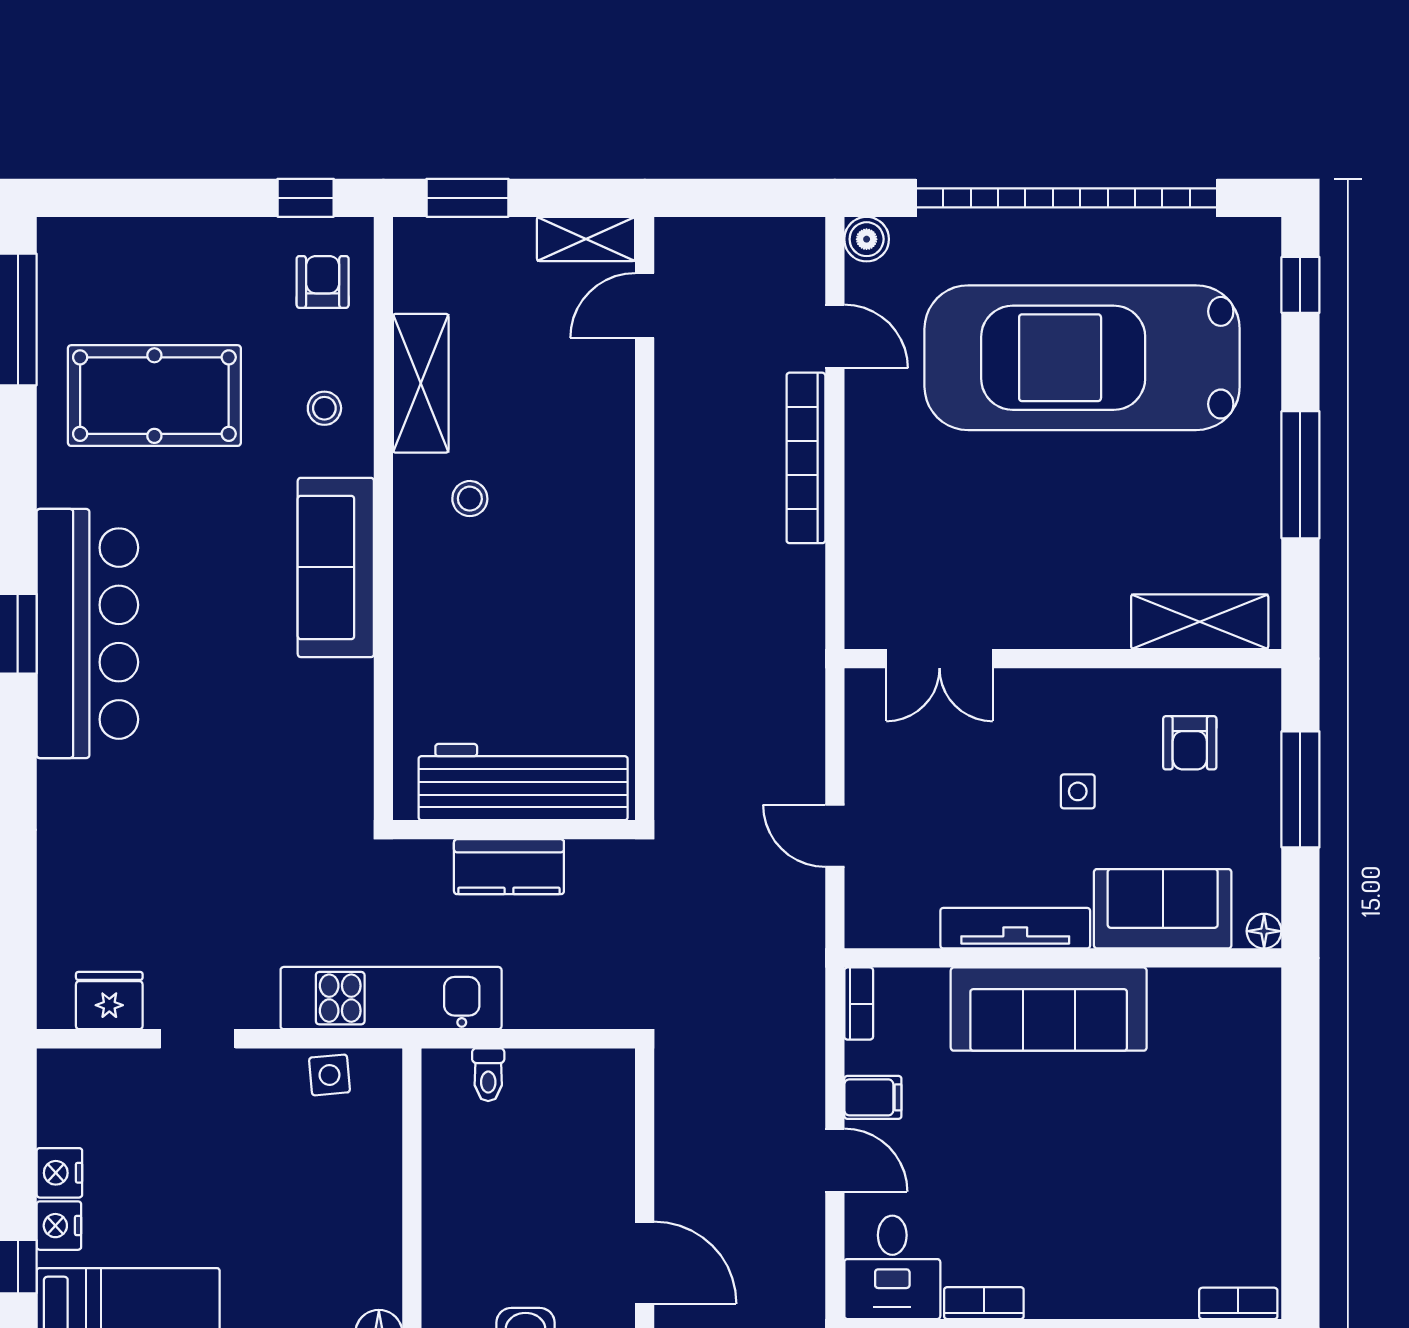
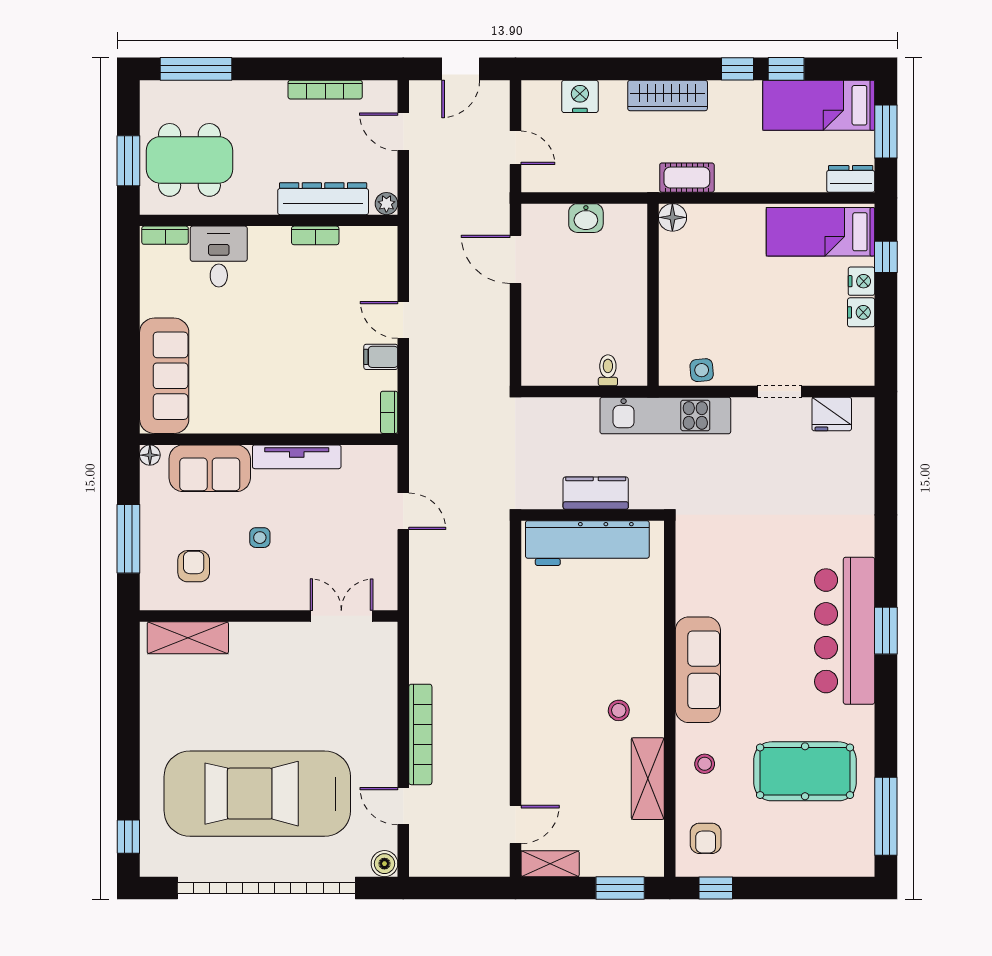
car: (1082, 358) -> (257, 794), turned 180
window: (1300, 475) -> (128, 725), removed
sofa: (1049, 1009) -> (164, 376), moved, turned 90
desk: (892, 1267) -> (219, 257), moved

